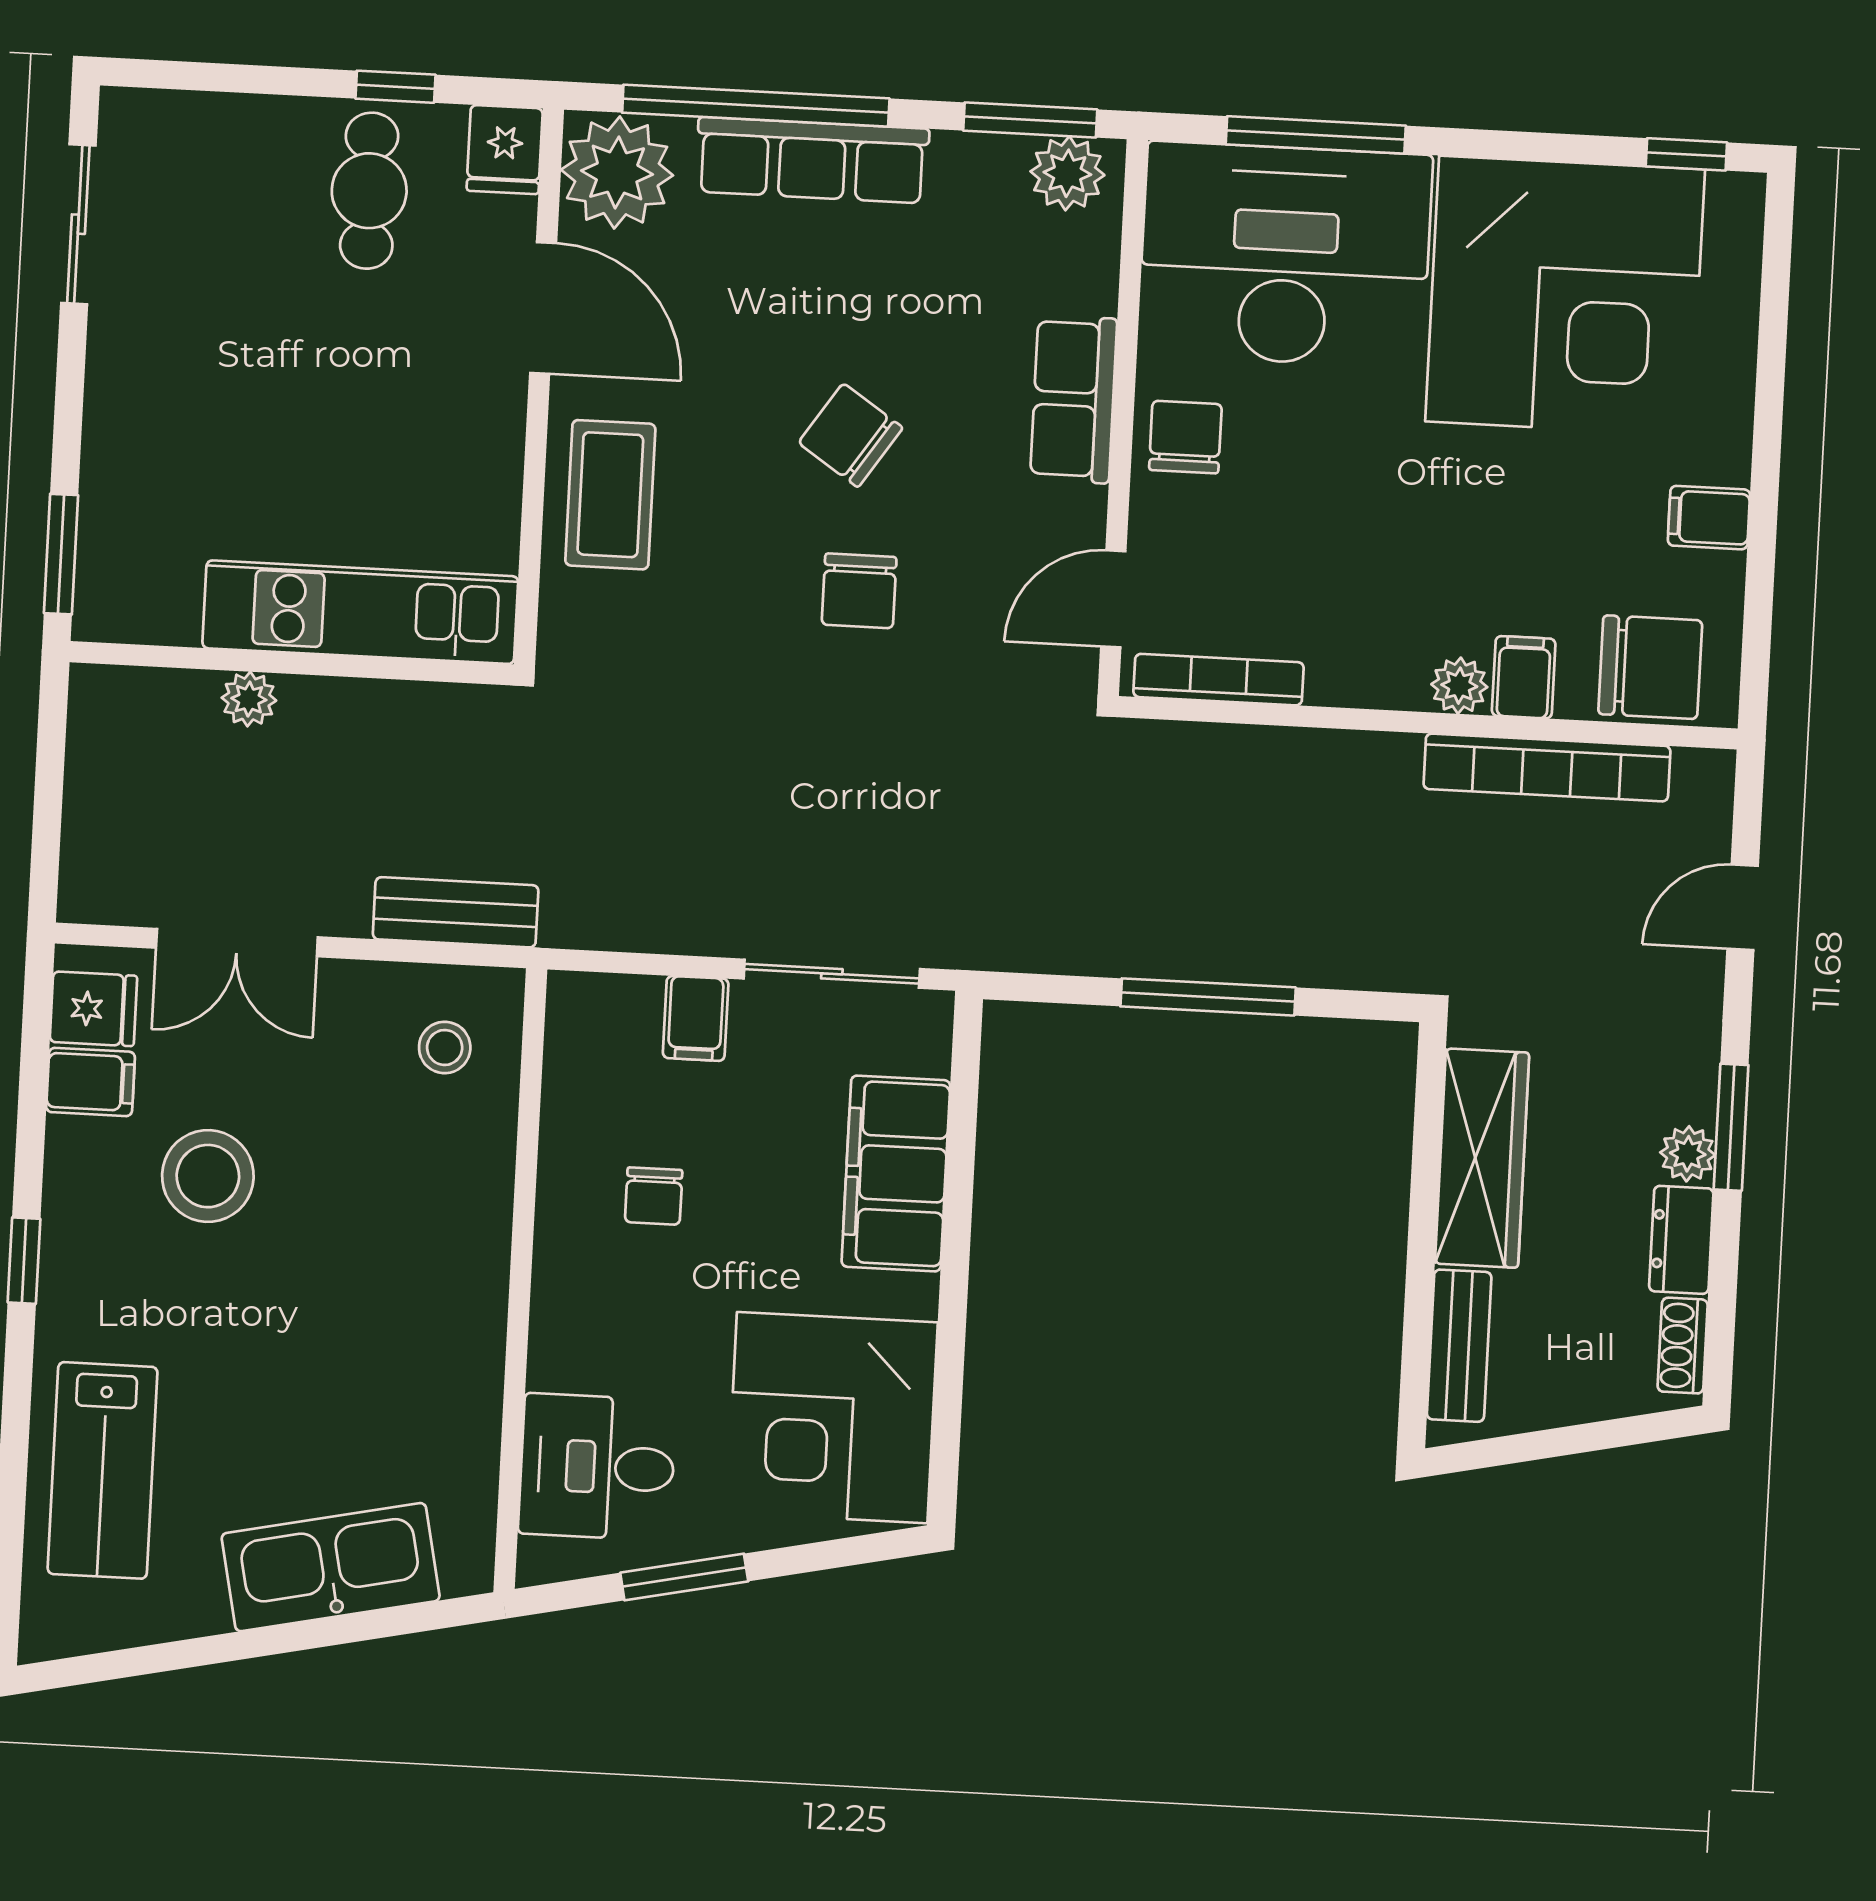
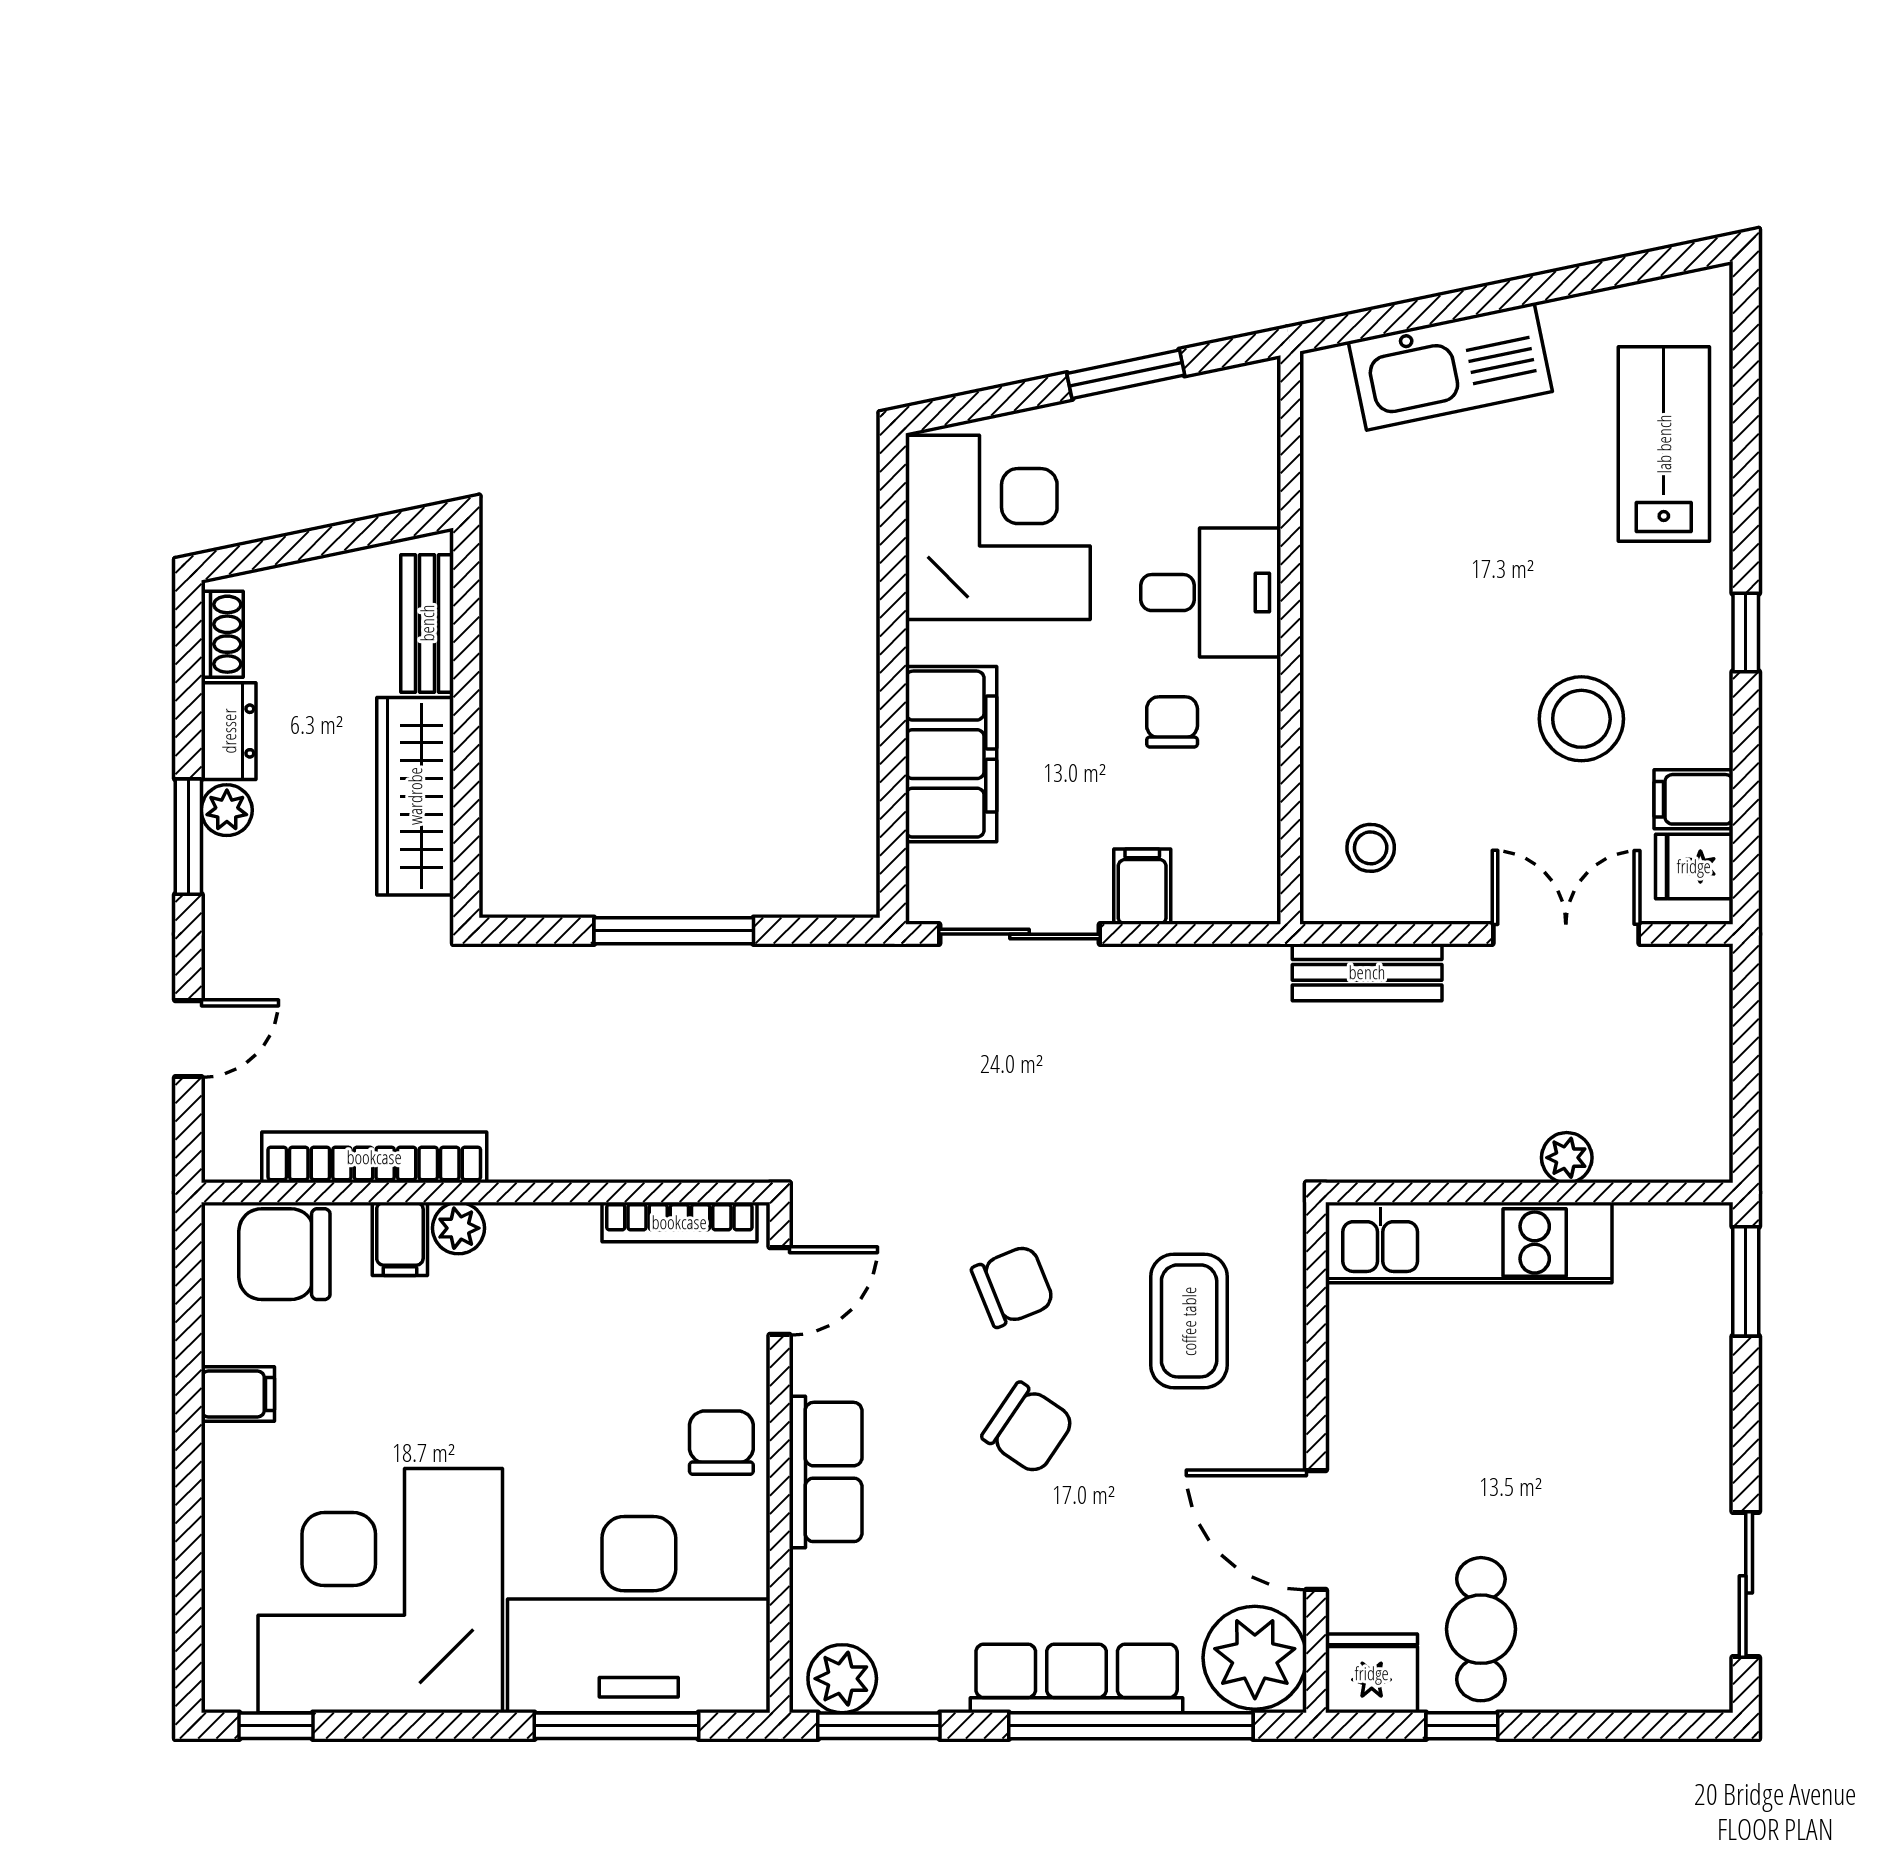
fridge: (505, 150) -> (1372, 1673), width x1.38
chair: (1185, 437) -> (721, 1443), turned 180
coffee table: (610, 495) -> (1189, 1321), moved
chair: (859, 591) -> (1013, 1286), turned 68
desk: (597, 1467) -> (1211, 593), moved

